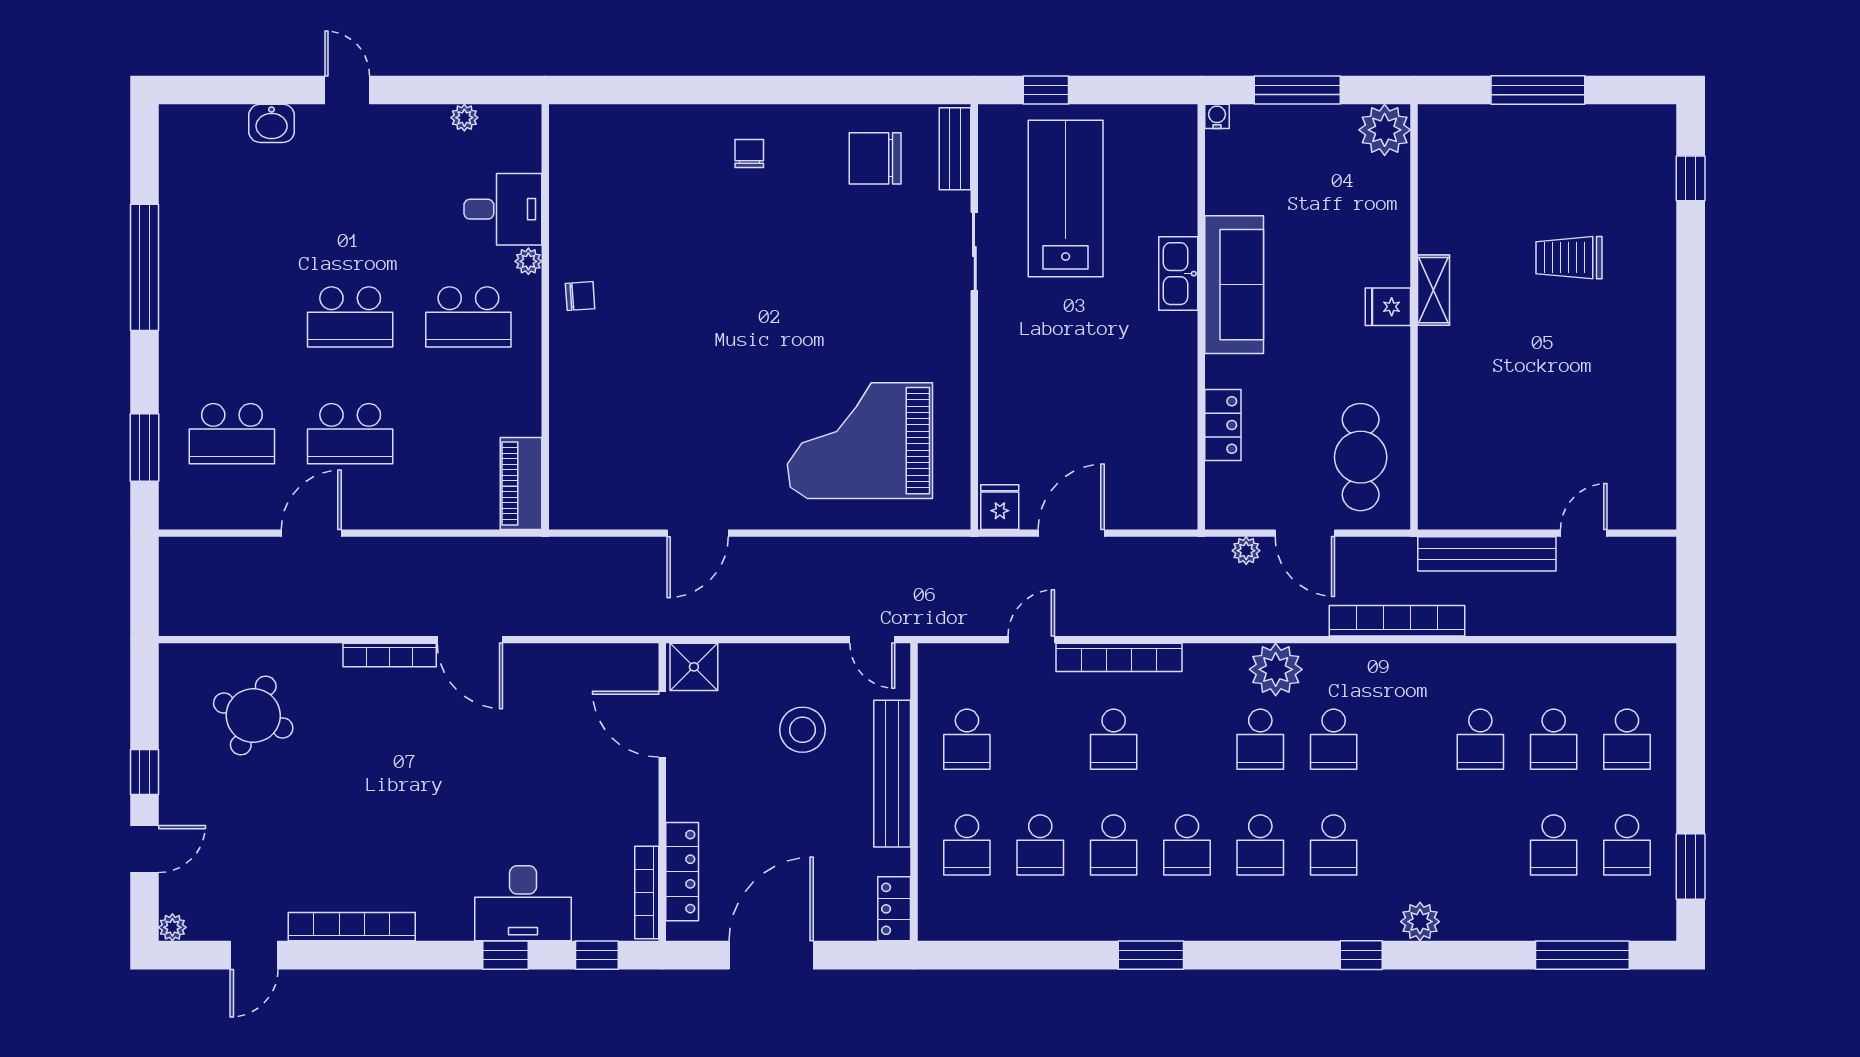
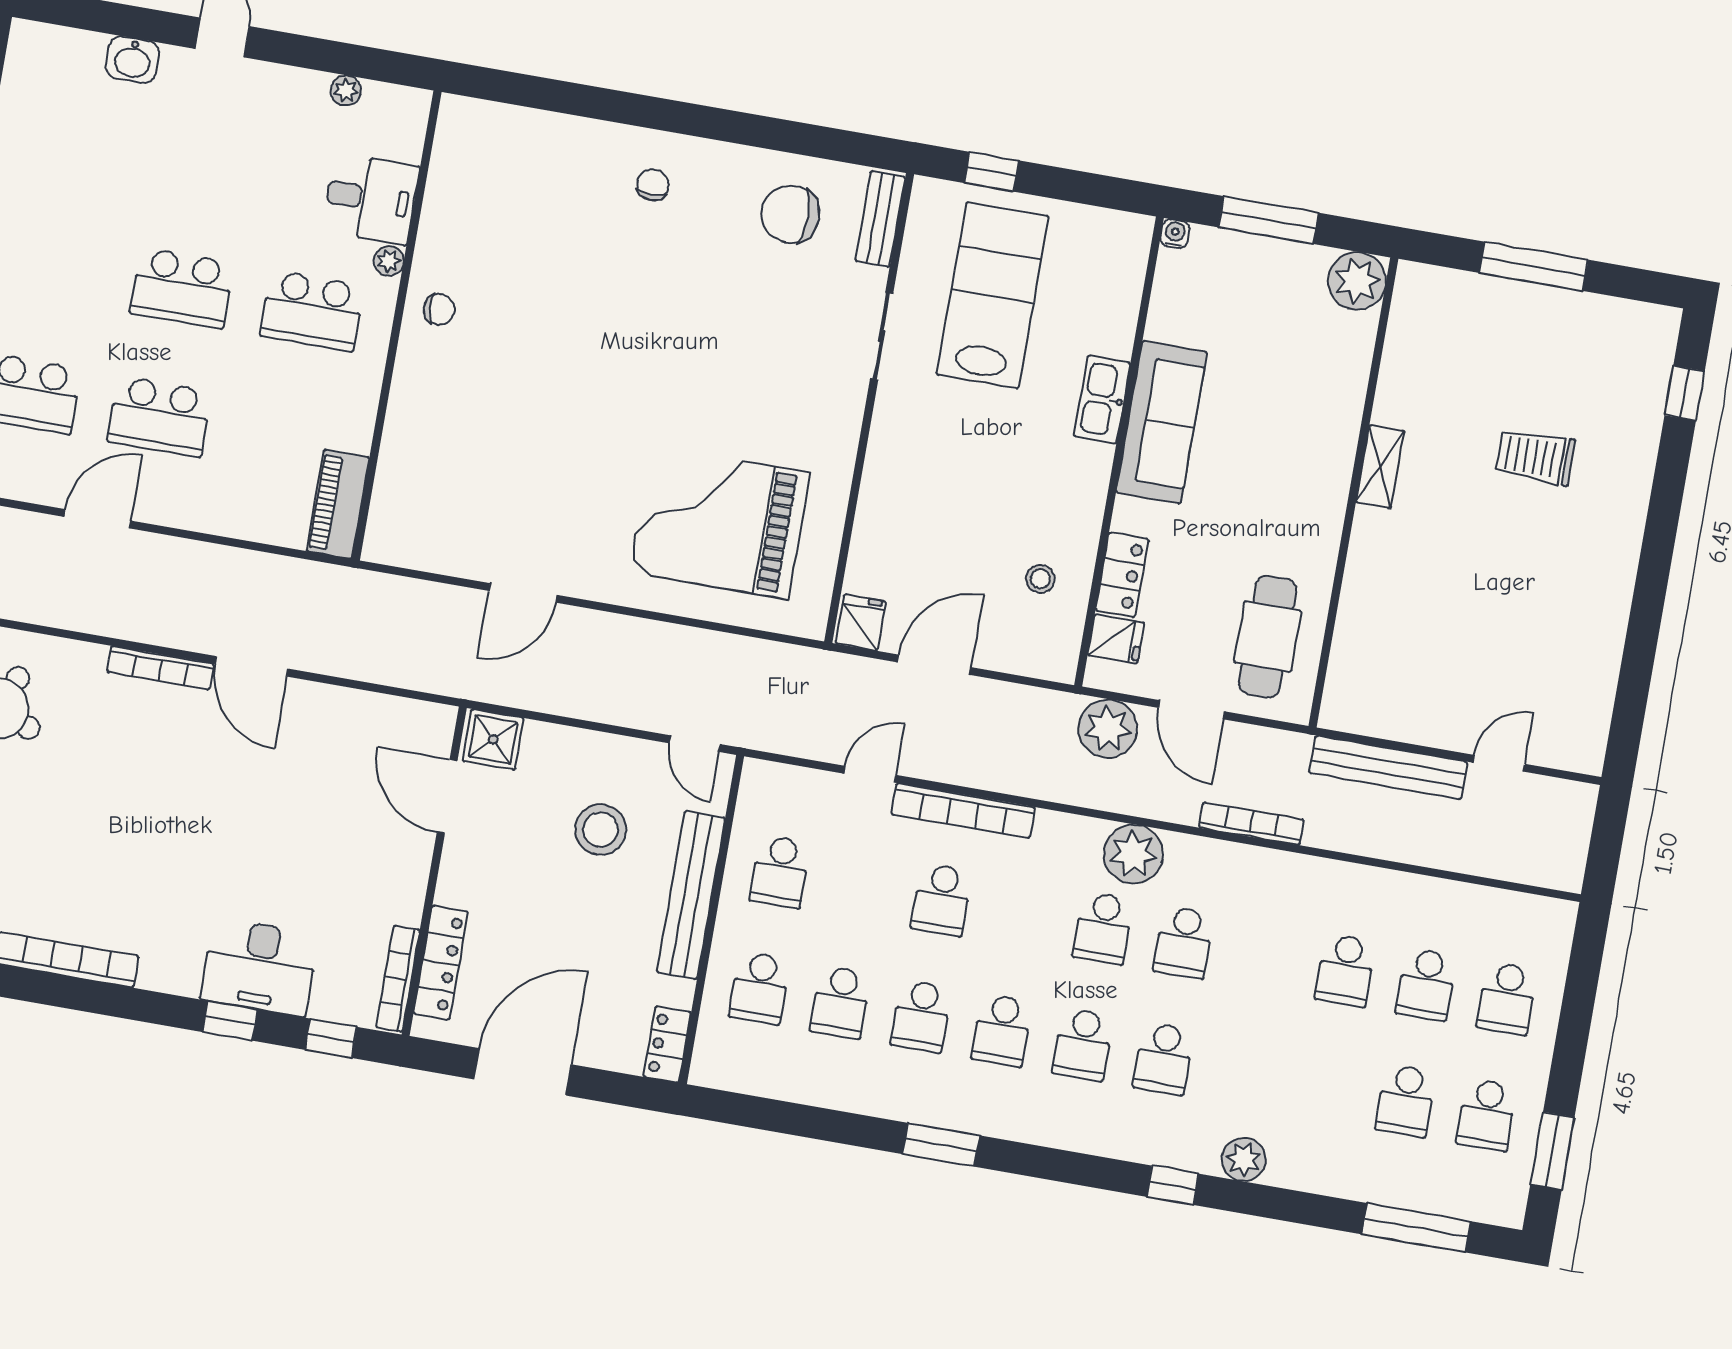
fridge: (1388, 307) -> (1116, 639), moved, turned 180
stool: (1151, 441) -> (1040, 579), added
plant: (1246, 551) -> (1108, 729), width x1.87, depth x1.87
bookcase: (1397, 621) -> (1251, 824), width x0.68, depth x0.76

